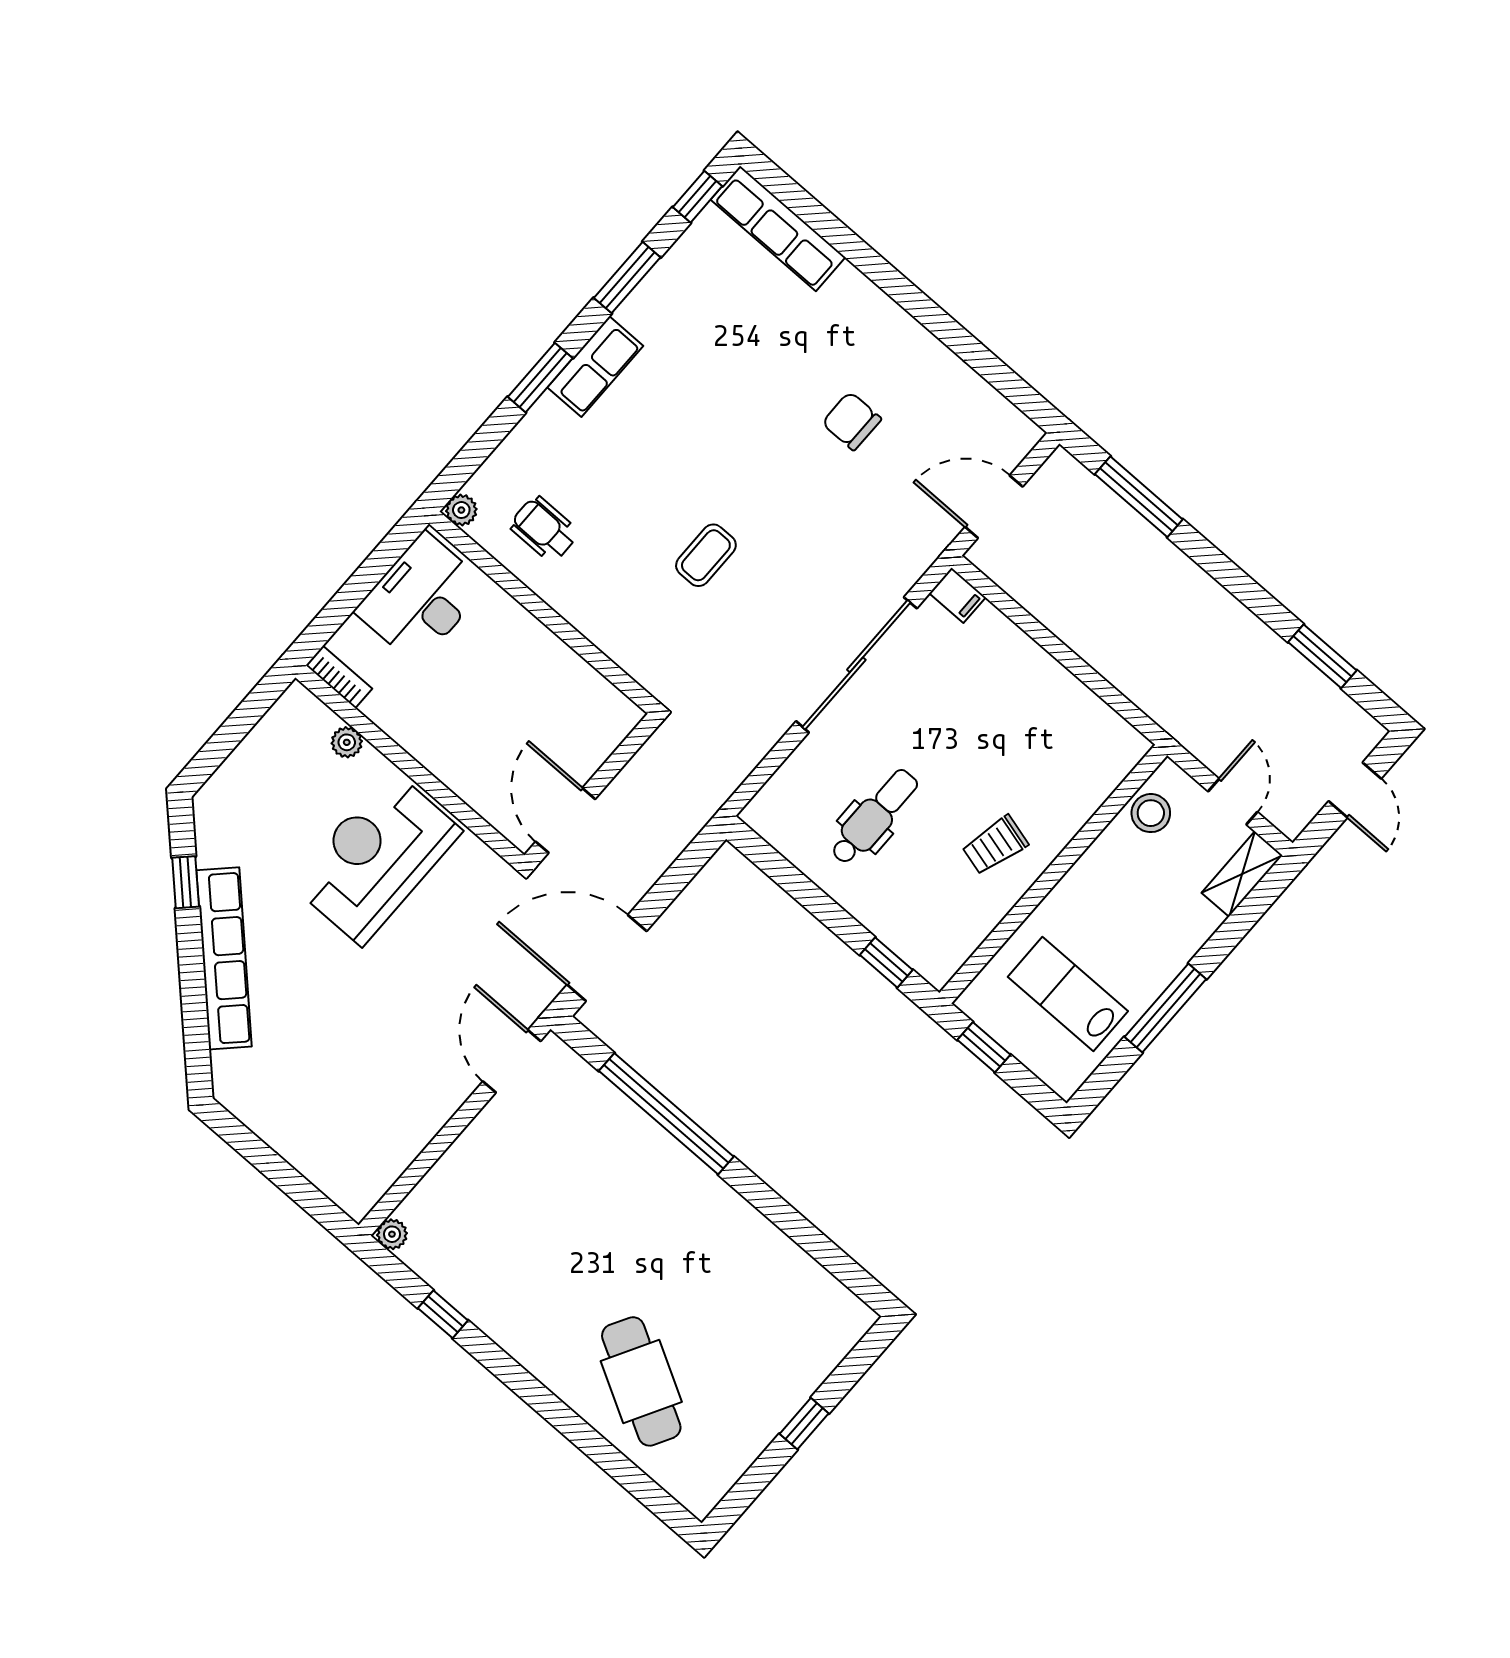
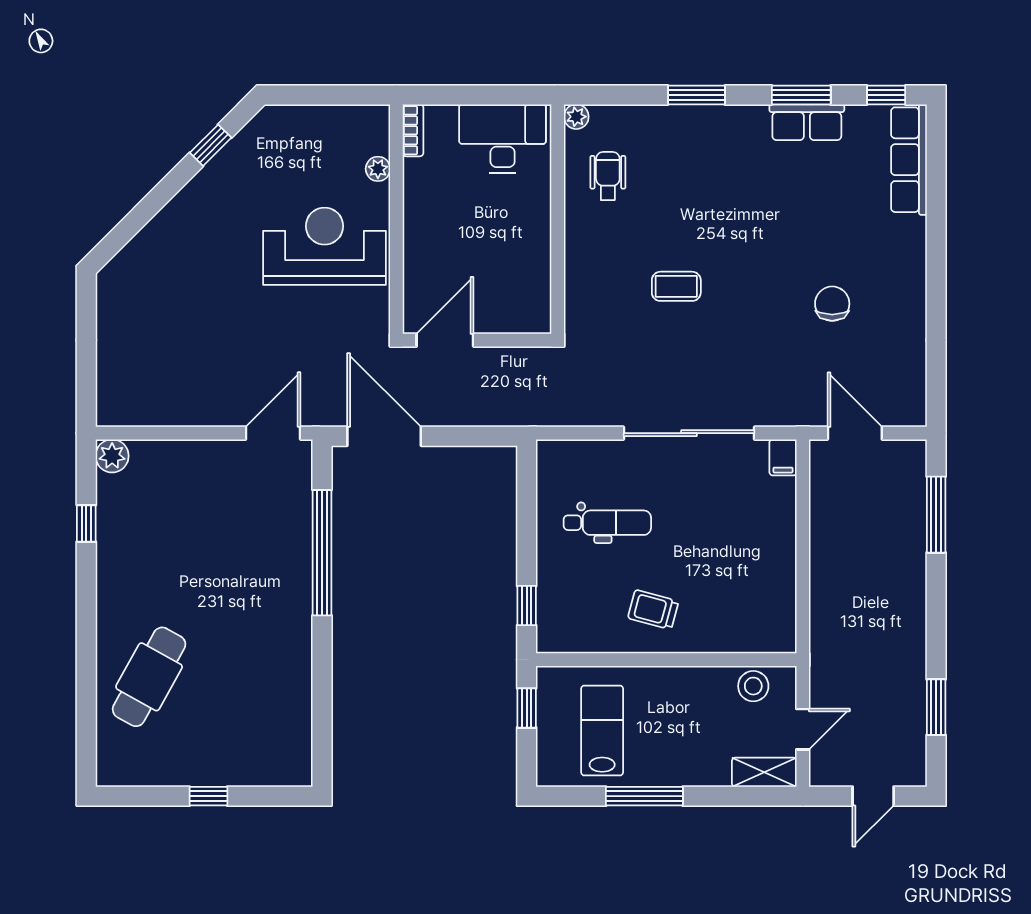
row of seats: (595, 367) -> (807, 122), moved
row of seats: (224, 958) -> (185, 208), removed
plant: (392, 1234) -> (112, 456), width x1.38, depth x1.38

